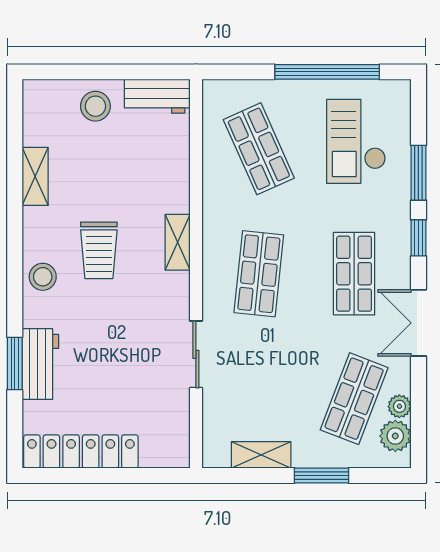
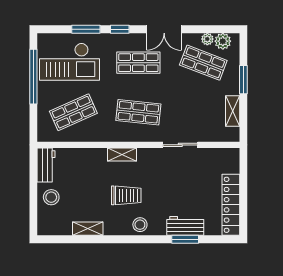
checkout: (356, 141) -> (70, 62), width x1.36, depth x1.21

